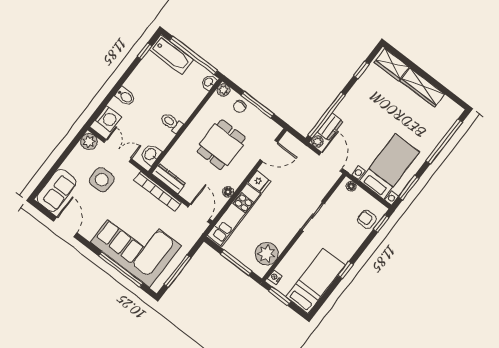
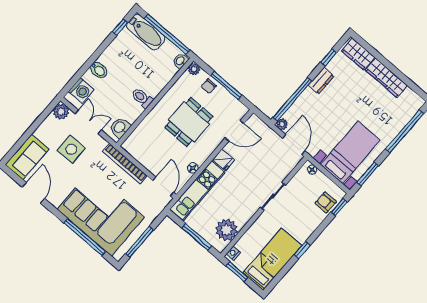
dresser: (330, 127) -> (321, 81), moved
dresser: (169, 179) -> (136, 152), removed

